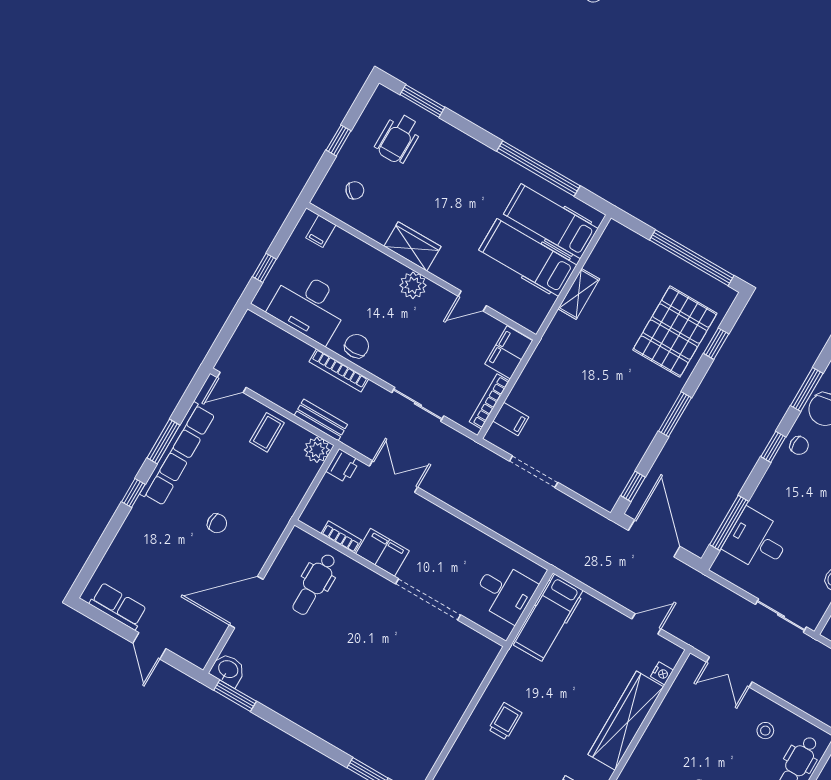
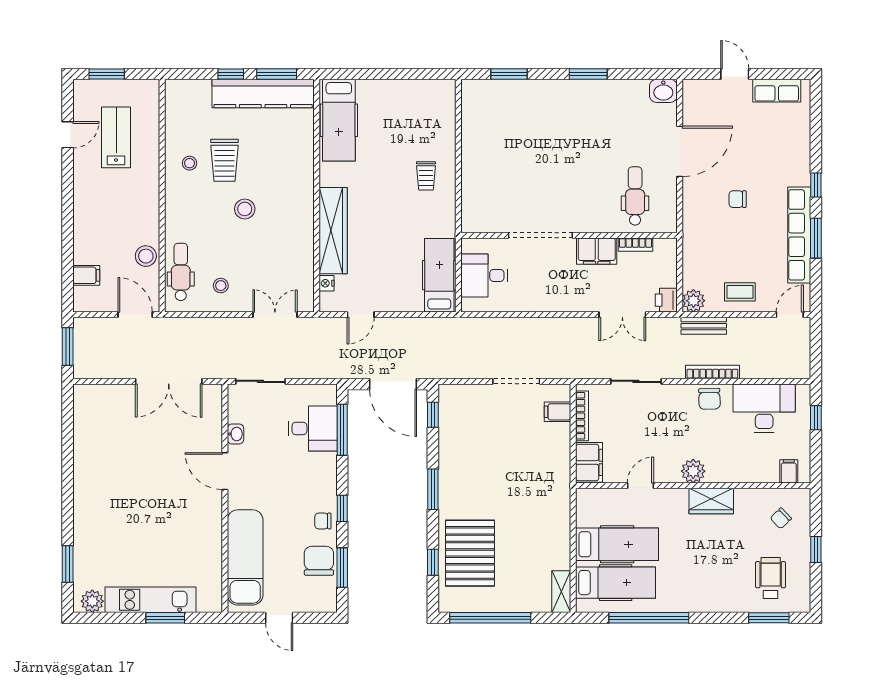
shelving: (579, 294) -> (561, 592), moved
coffee table: (267, 432) -> (740, 292), turned 90
window: (235, 696) -> (588, 74), moved

